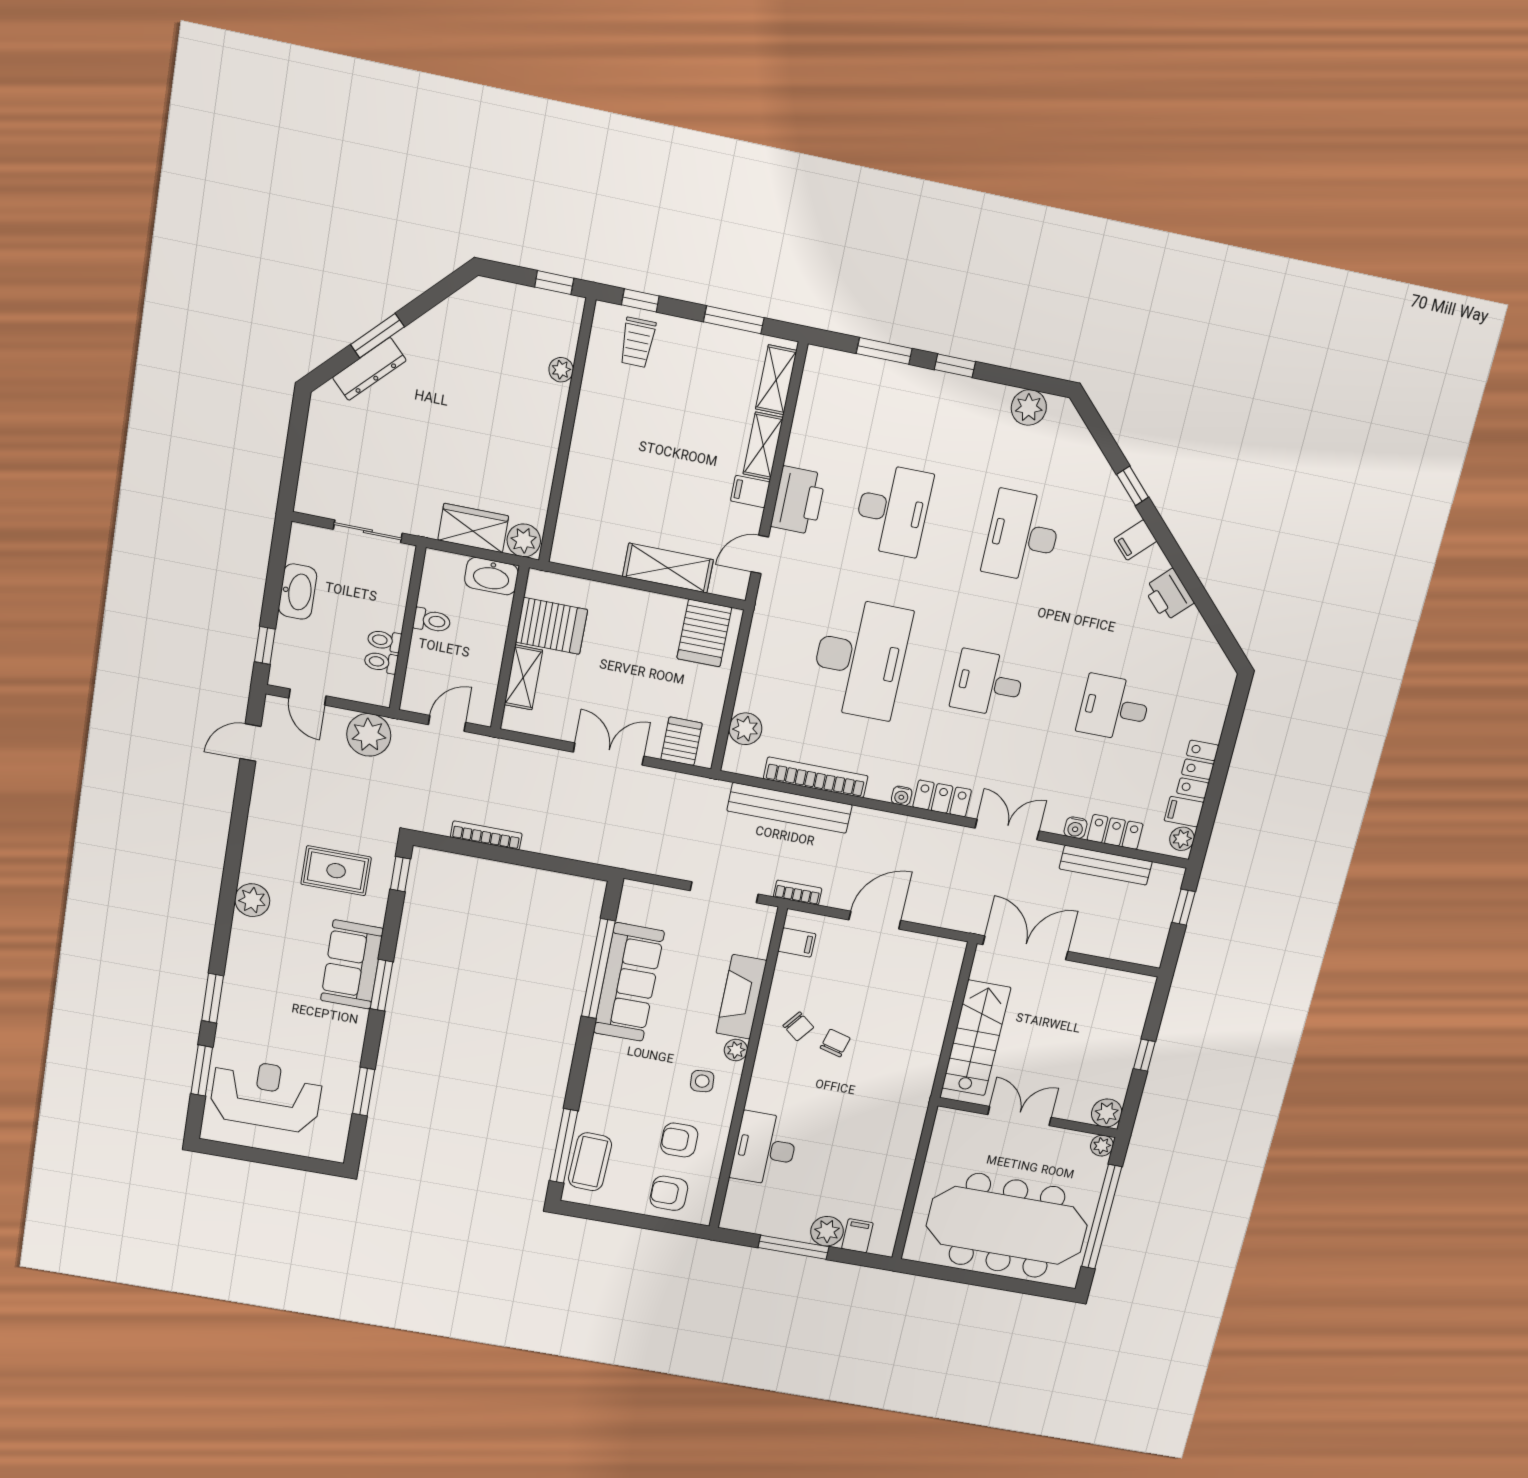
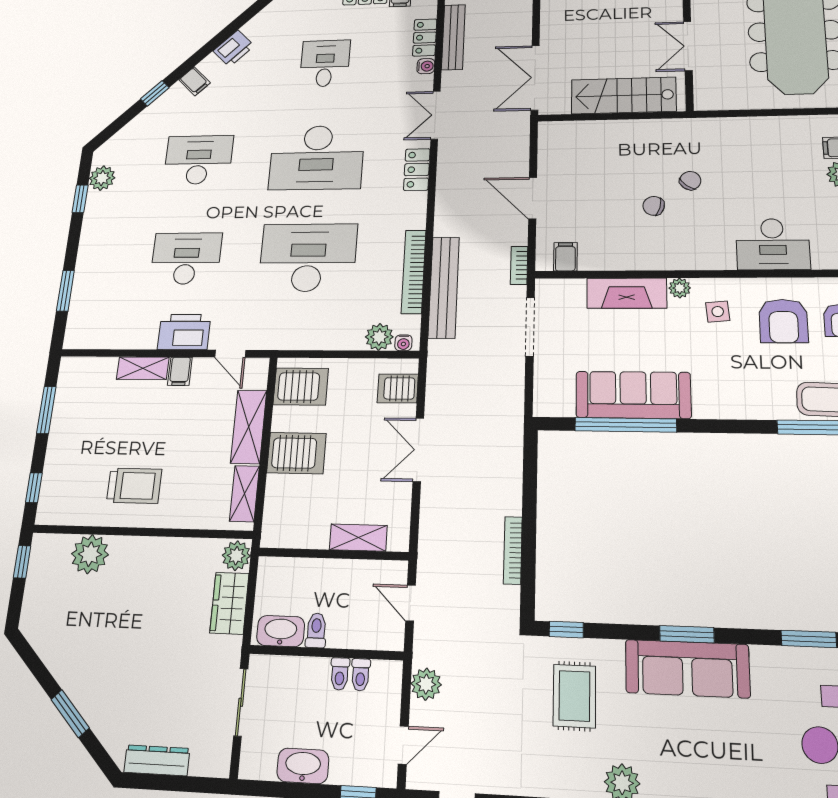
trolley: (638, 342) -> (134, 486), moved, width x1.36, depth x1.39
window: (955, 366) -> (80, 199), moved
dresser: (369, 369) -> (157, 760), moved, turned -45
plant: (561, 370) -> (90, 554), width x1.87, depth x1.87
shelving: (776, 380) -> (244, 494), moved, turned 90
desk: (1022, 536) -> (198, 160), turned 180
washbasin: (491, 576) -> (281, 631), moved, turned -90
server rack: (552, 626) -> (296, 453), moved, turned 90
desk: (988, 683) -> (317, 157), width x1.87, depth x1.30
desk: (1114, 708) -> (325, 63), turned 180
plant: (369, 735) -> (426, 684), width x0.73, depth x0.73
water cooler: (902, 796) -> (403, 343), moved, turned 90
sofa: (352, 965) -> (687, 669), width x1.36
chair: (798, 1026) -> (690, 181), moved
armchair: (679, 1140) -> (783, 321), width x1.38, depth x1.38

